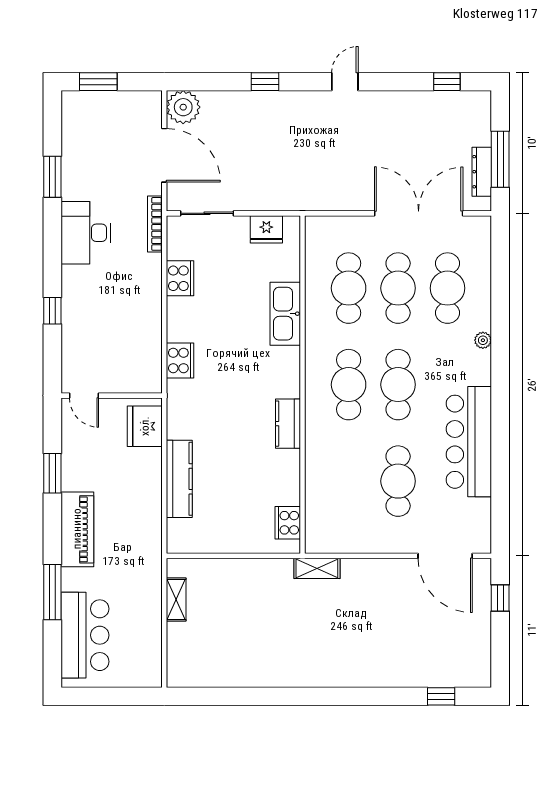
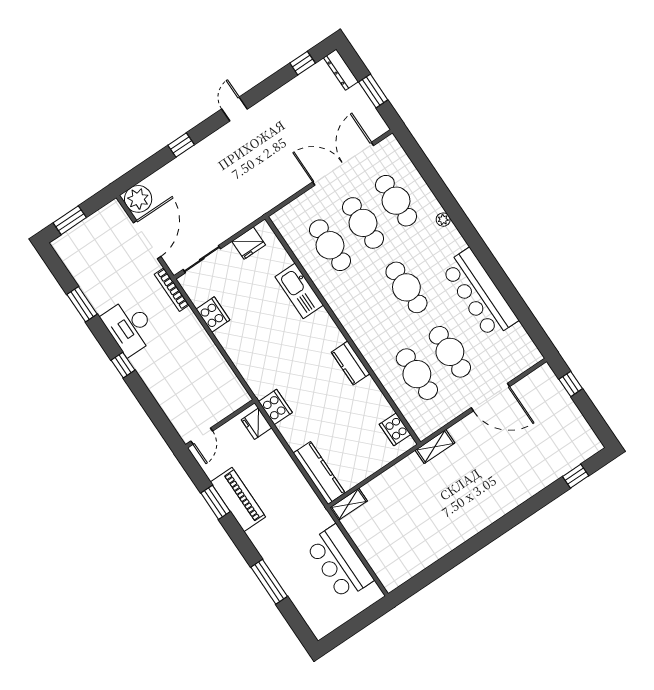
door: (164, 155) -> (147, 240), hinge flipped
window: (500, 159) -> (373, 91), width x0.69
dresser: (482, 172) -> (341, 70), moved
window: (52, 311) -> (123, 365), moved
cooker: (180, 360) -> (275, 407), moved
cafe table: (349, 385) -> (417, 374), moved
door: (84, 396) -> (202, 436), hinge flipped
fridge: (145, 426) -> (257, 424), width x0.73, depth x0.75
kitchen counter: (179, 479) -> (319, 473), moved
piano: (77, 529) -> (238, 500), moved
door: (445, 556) -> (490, 397), moved
shelving: (176, 600) -> (349, 504), moved, turned 90
bar counter: (85, 635) -> (339, 562), moved, turned 180

